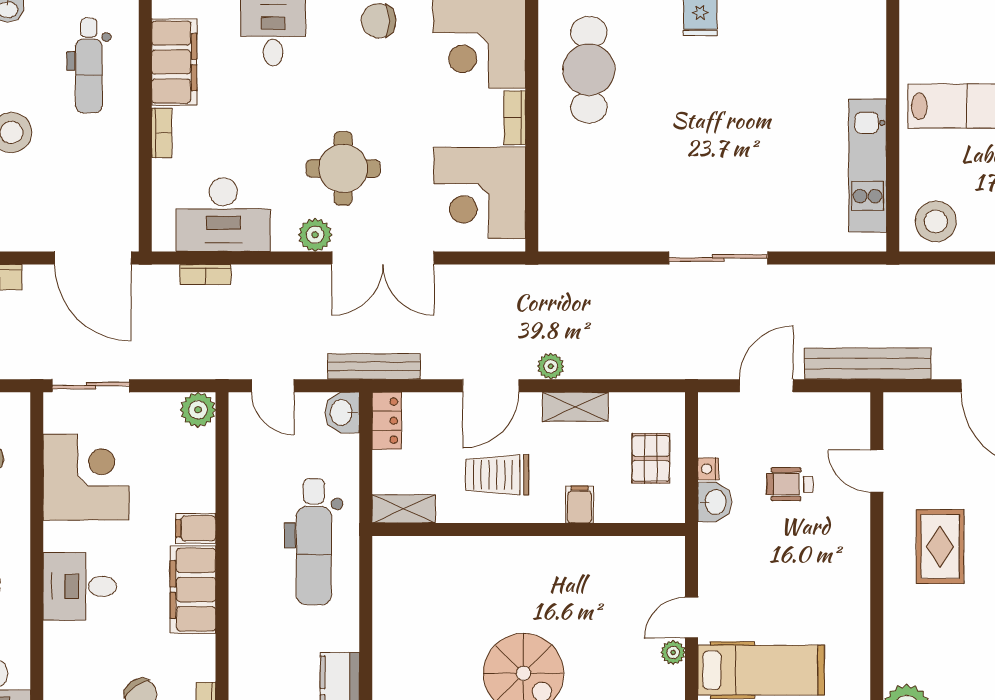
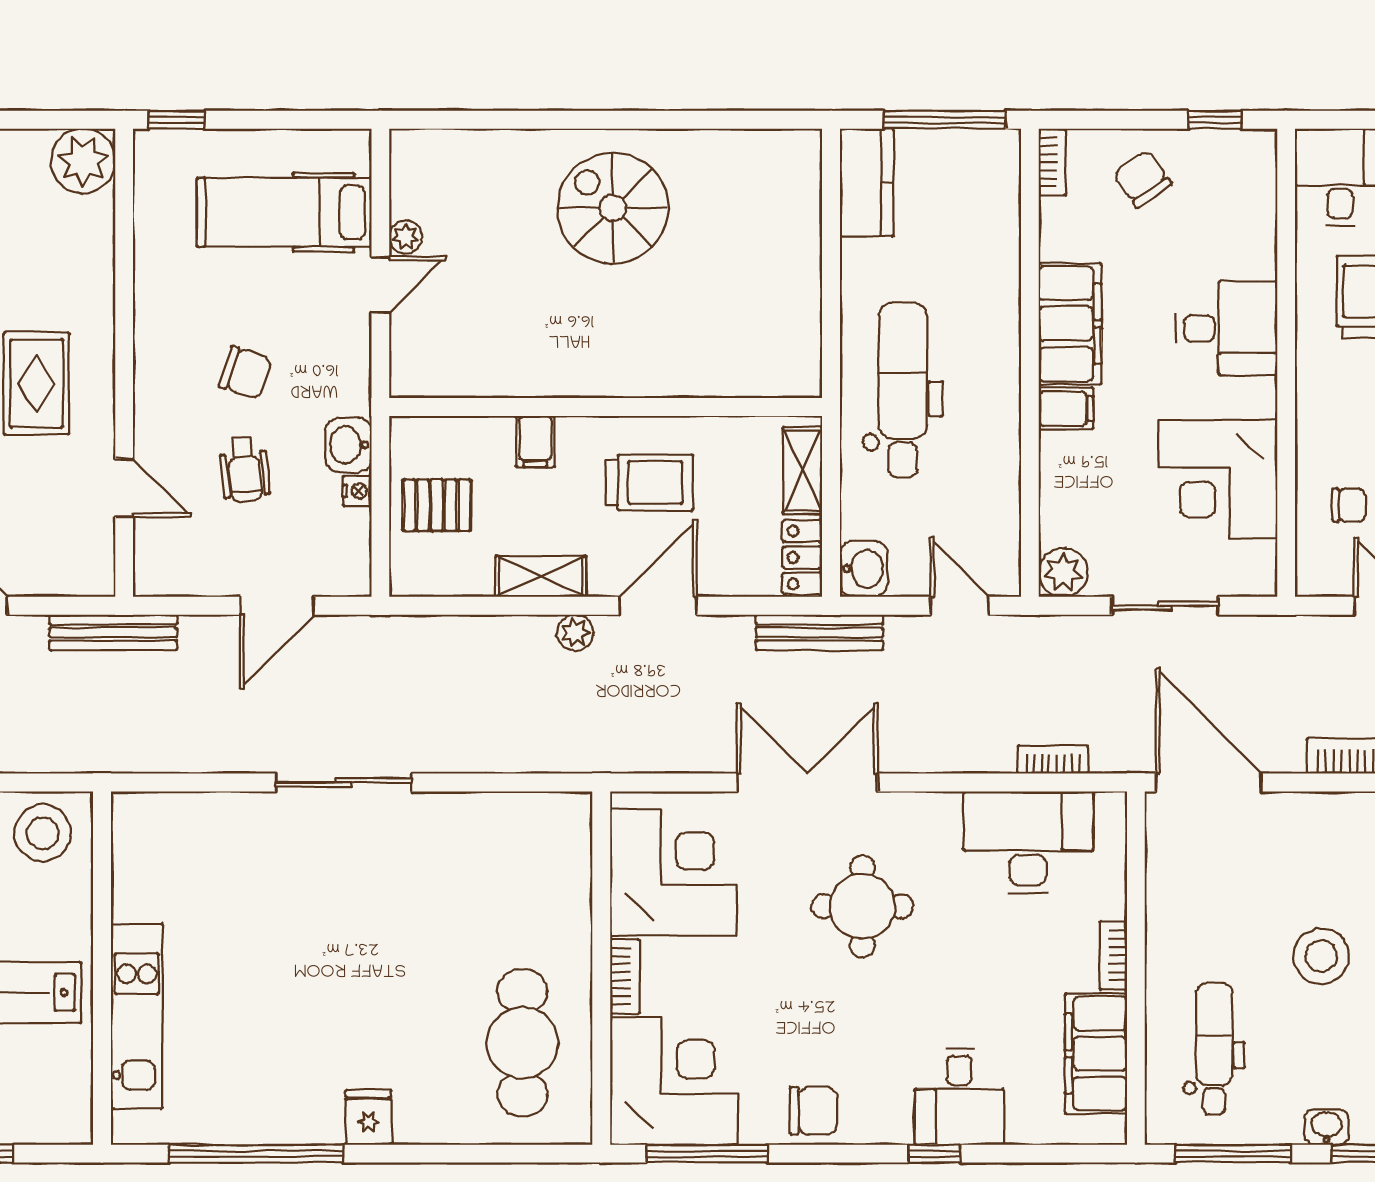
kitchen unit: (868, 165) -> (137, 1016), moved
plant: (315, 235) -> (901, 814), removed
bench: (868, 364) -> (113, 633), width x0.73, depth x0.82
sliding door: (91, 386) -> (1165, 606), moved
pallet: (651, 458) -> (437, 505), turned 90
wheelchair: (790, 484) -> (245, 470), turned 84
shelving: (404, 509) -> (803, 471), moved, turned 90
chair: (789, 554) -> (245, 373), added

